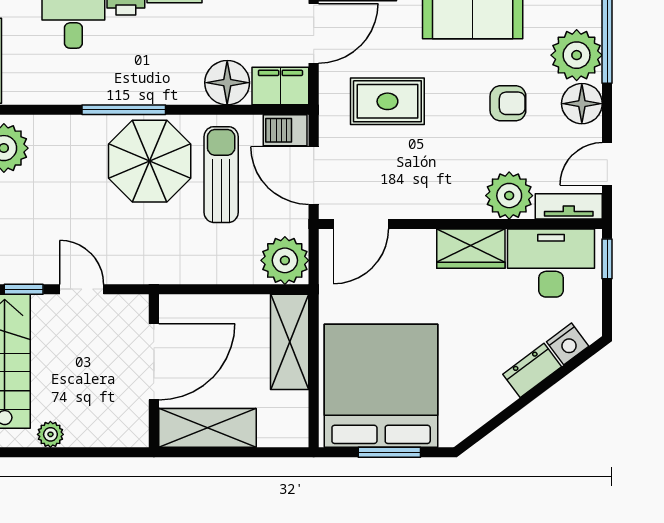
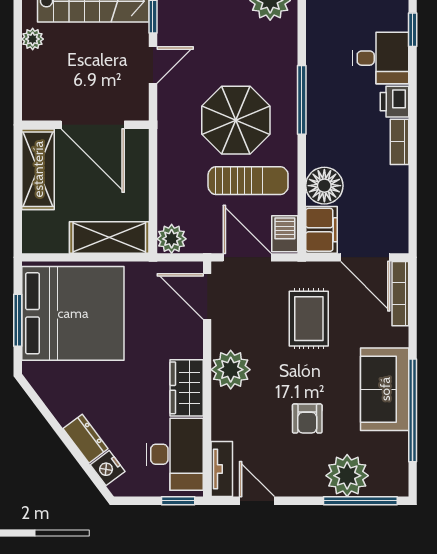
floor lamp: (582, 104) -> (307, 480), removed
parasol: (150, 161) -> (236, 120), moved
door: (314, 176) -> (247, 257), hinge flipped
plant: (509, 196) -> (231, 370), moved
plant: (285, 260) -> (172, 239), width x0.73, depth x0.73

